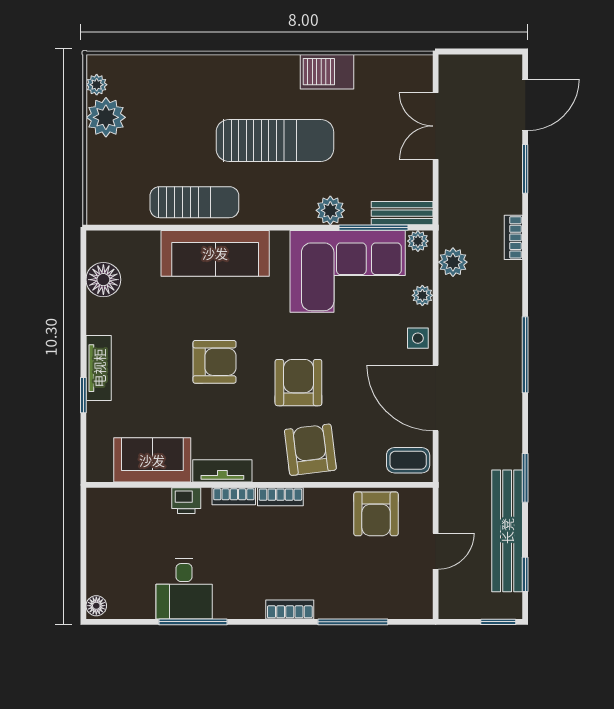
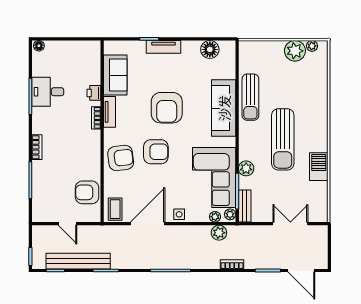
plant: (422, 295) -> (215, 217), moved
armchair: (214, 362) -> (167, 108), width x1.36, depth x1.36
bookcase: (280, 497) -> (96, 142), removed

